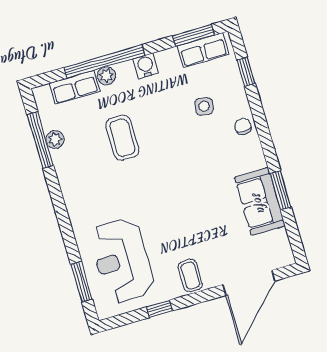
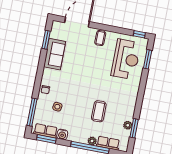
water cooler: (146, 66) -> (62, 134), moved
window: (246, 72) -> (32, 112), width x2.17
window: (40, 140) -> (134, 128), width x0.69
window: (281, 190) -> (46, 40), moved
window: (159, 309) -> (139, 34), moved

